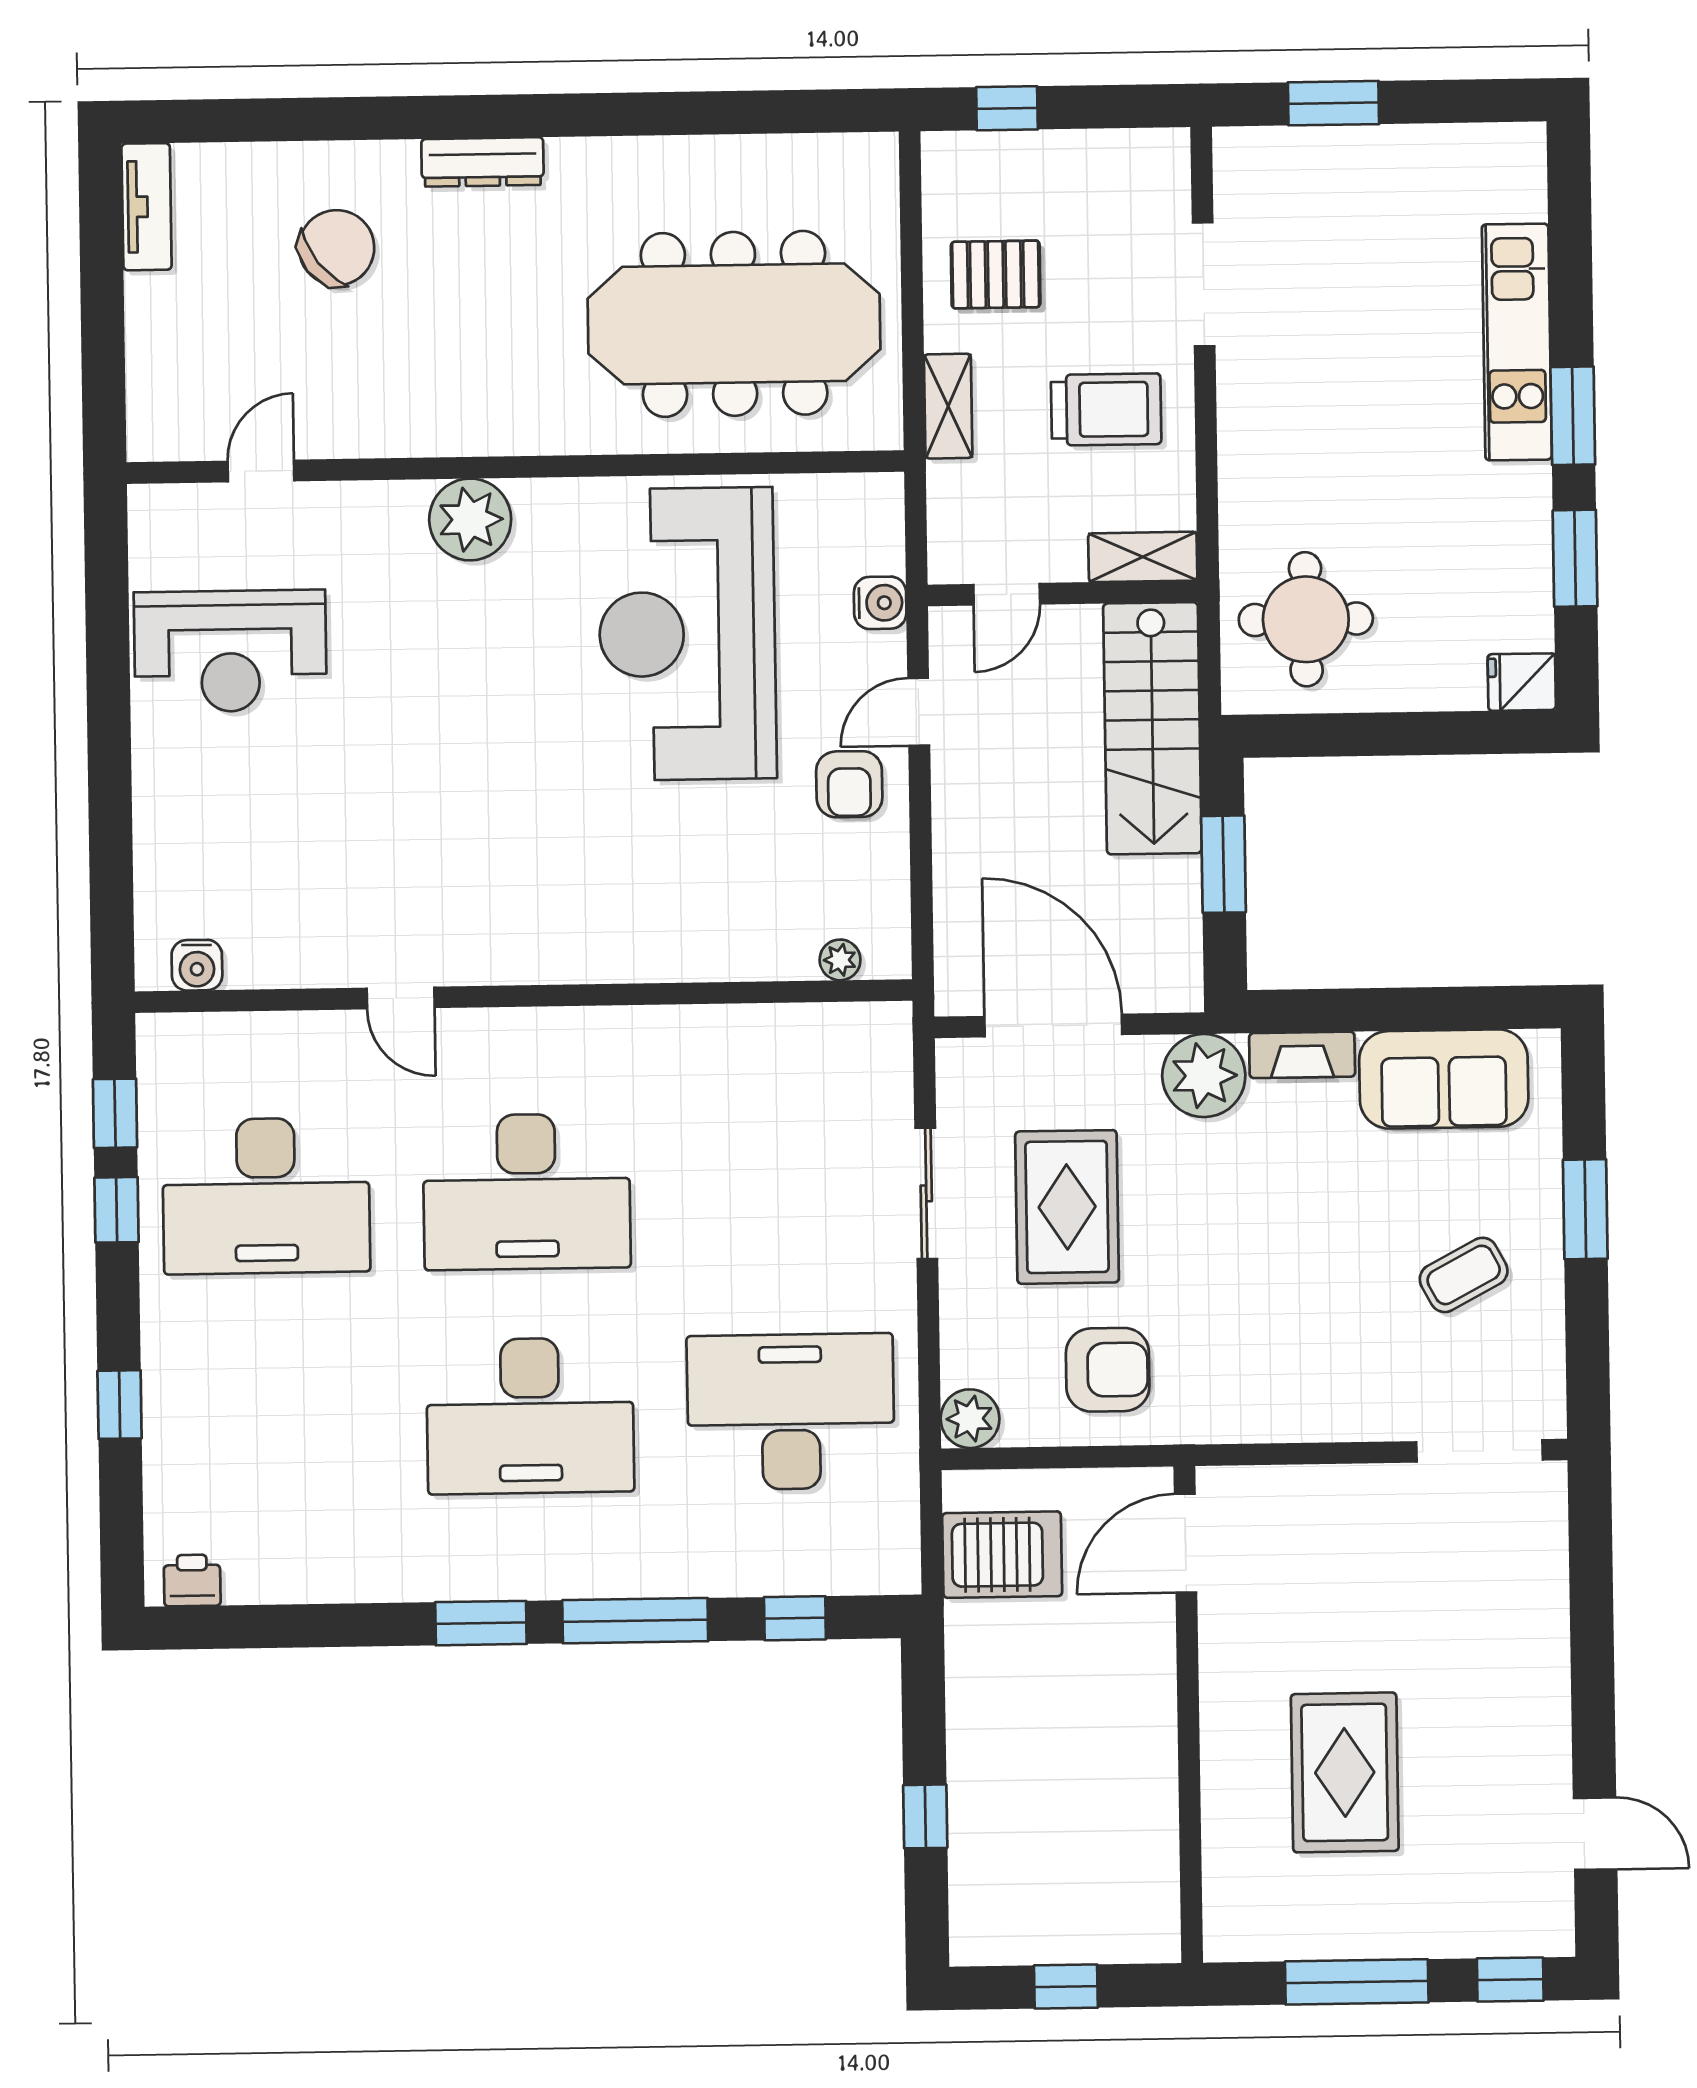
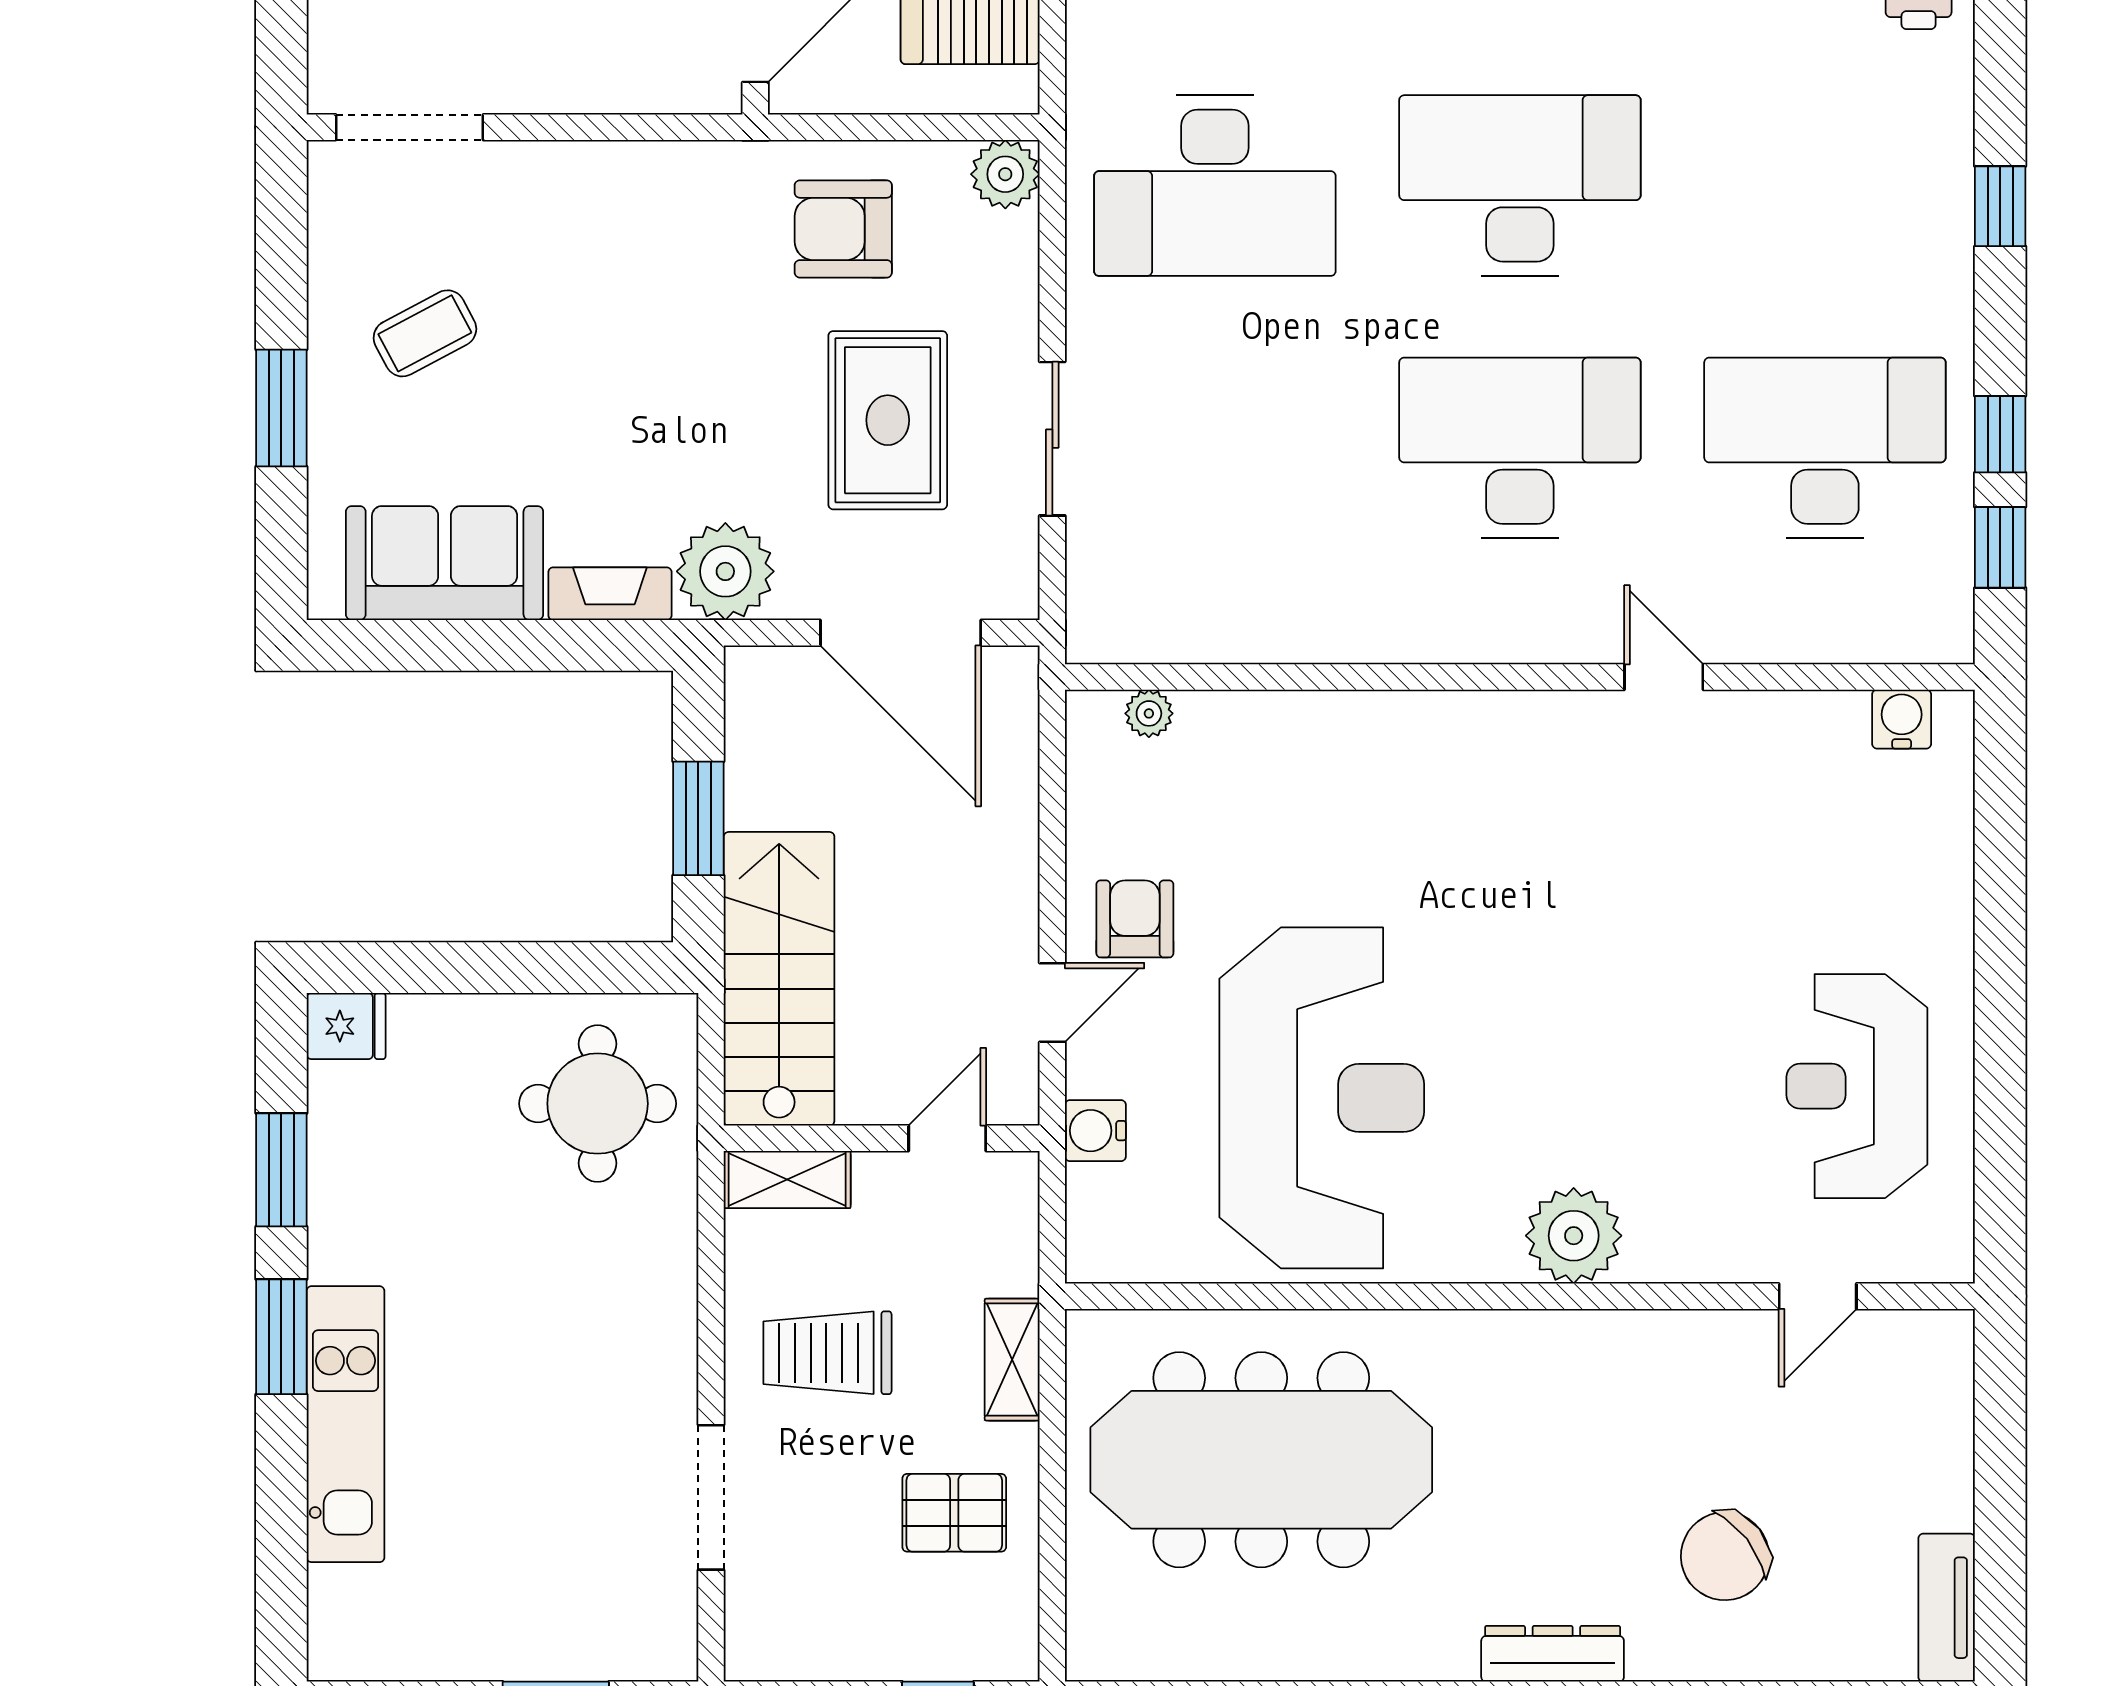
reception desk: (230, 651) -> (1857, 1086), turned -90

